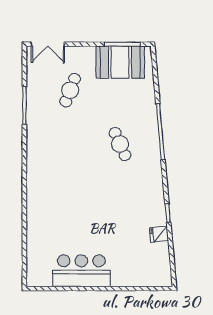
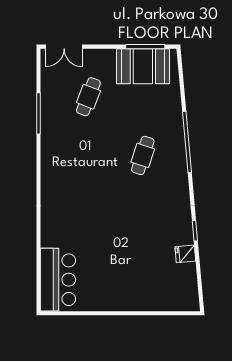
cafe table: (120, 144) -> (143, 155), turned 42
bar counter: (81, 271) -> (58, 280), moved, turned 90

